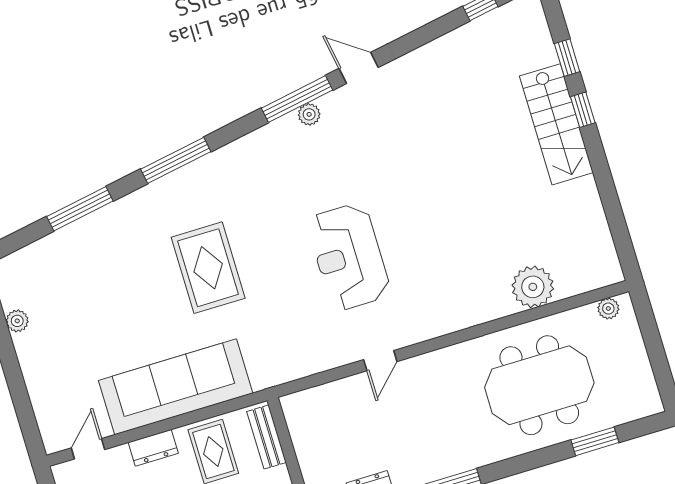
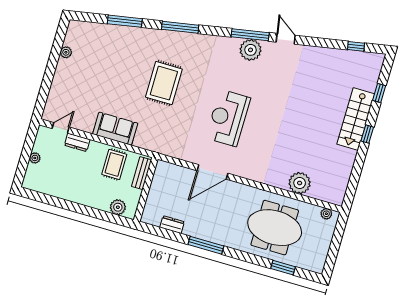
window: (583, 110) -> (367, 134), moved
plant: (309, 114) -> (251, 50), width x1.88, depth x1.88
door: (380, 361) -> (213, 172), width x1.87
sofa: (176, 387) -> (115, 129), width x0.54, depth x0.79
dresser: (153, 448) -> (77, 142), moved

